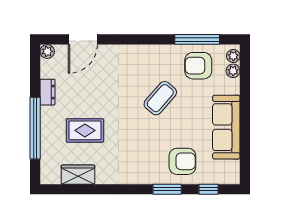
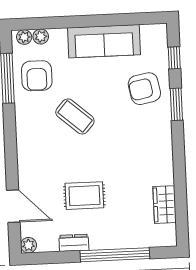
rug: (85, 130) -> (84, 196), moved, turned 90
armchair: (182, 161) -> (144, 89), turned -101

